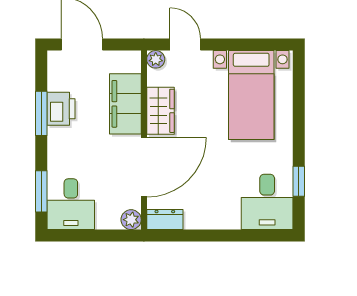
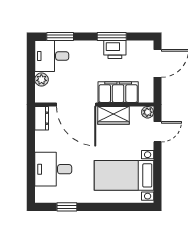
desk: (267, 202) -> (53, 169), moved
plant: (131, 220) -> (41, 80), moved

